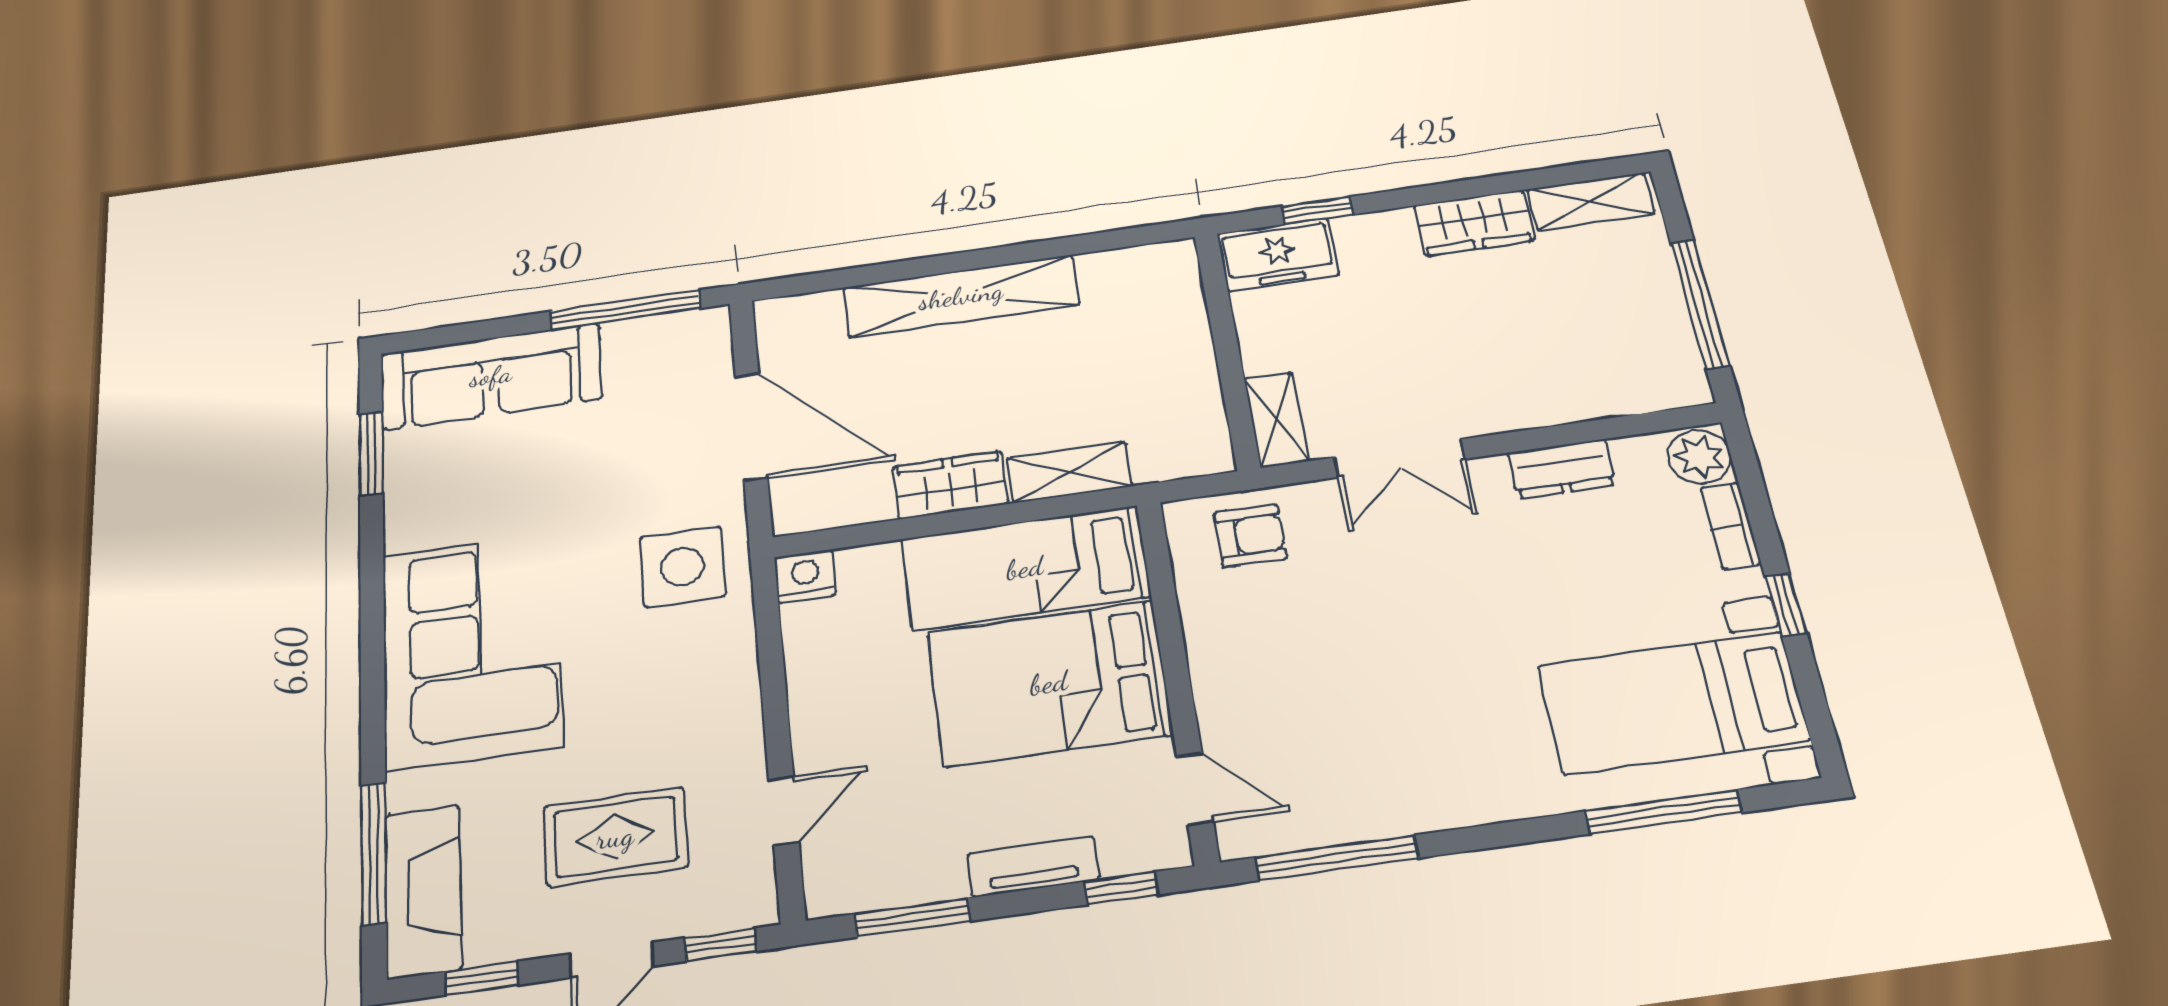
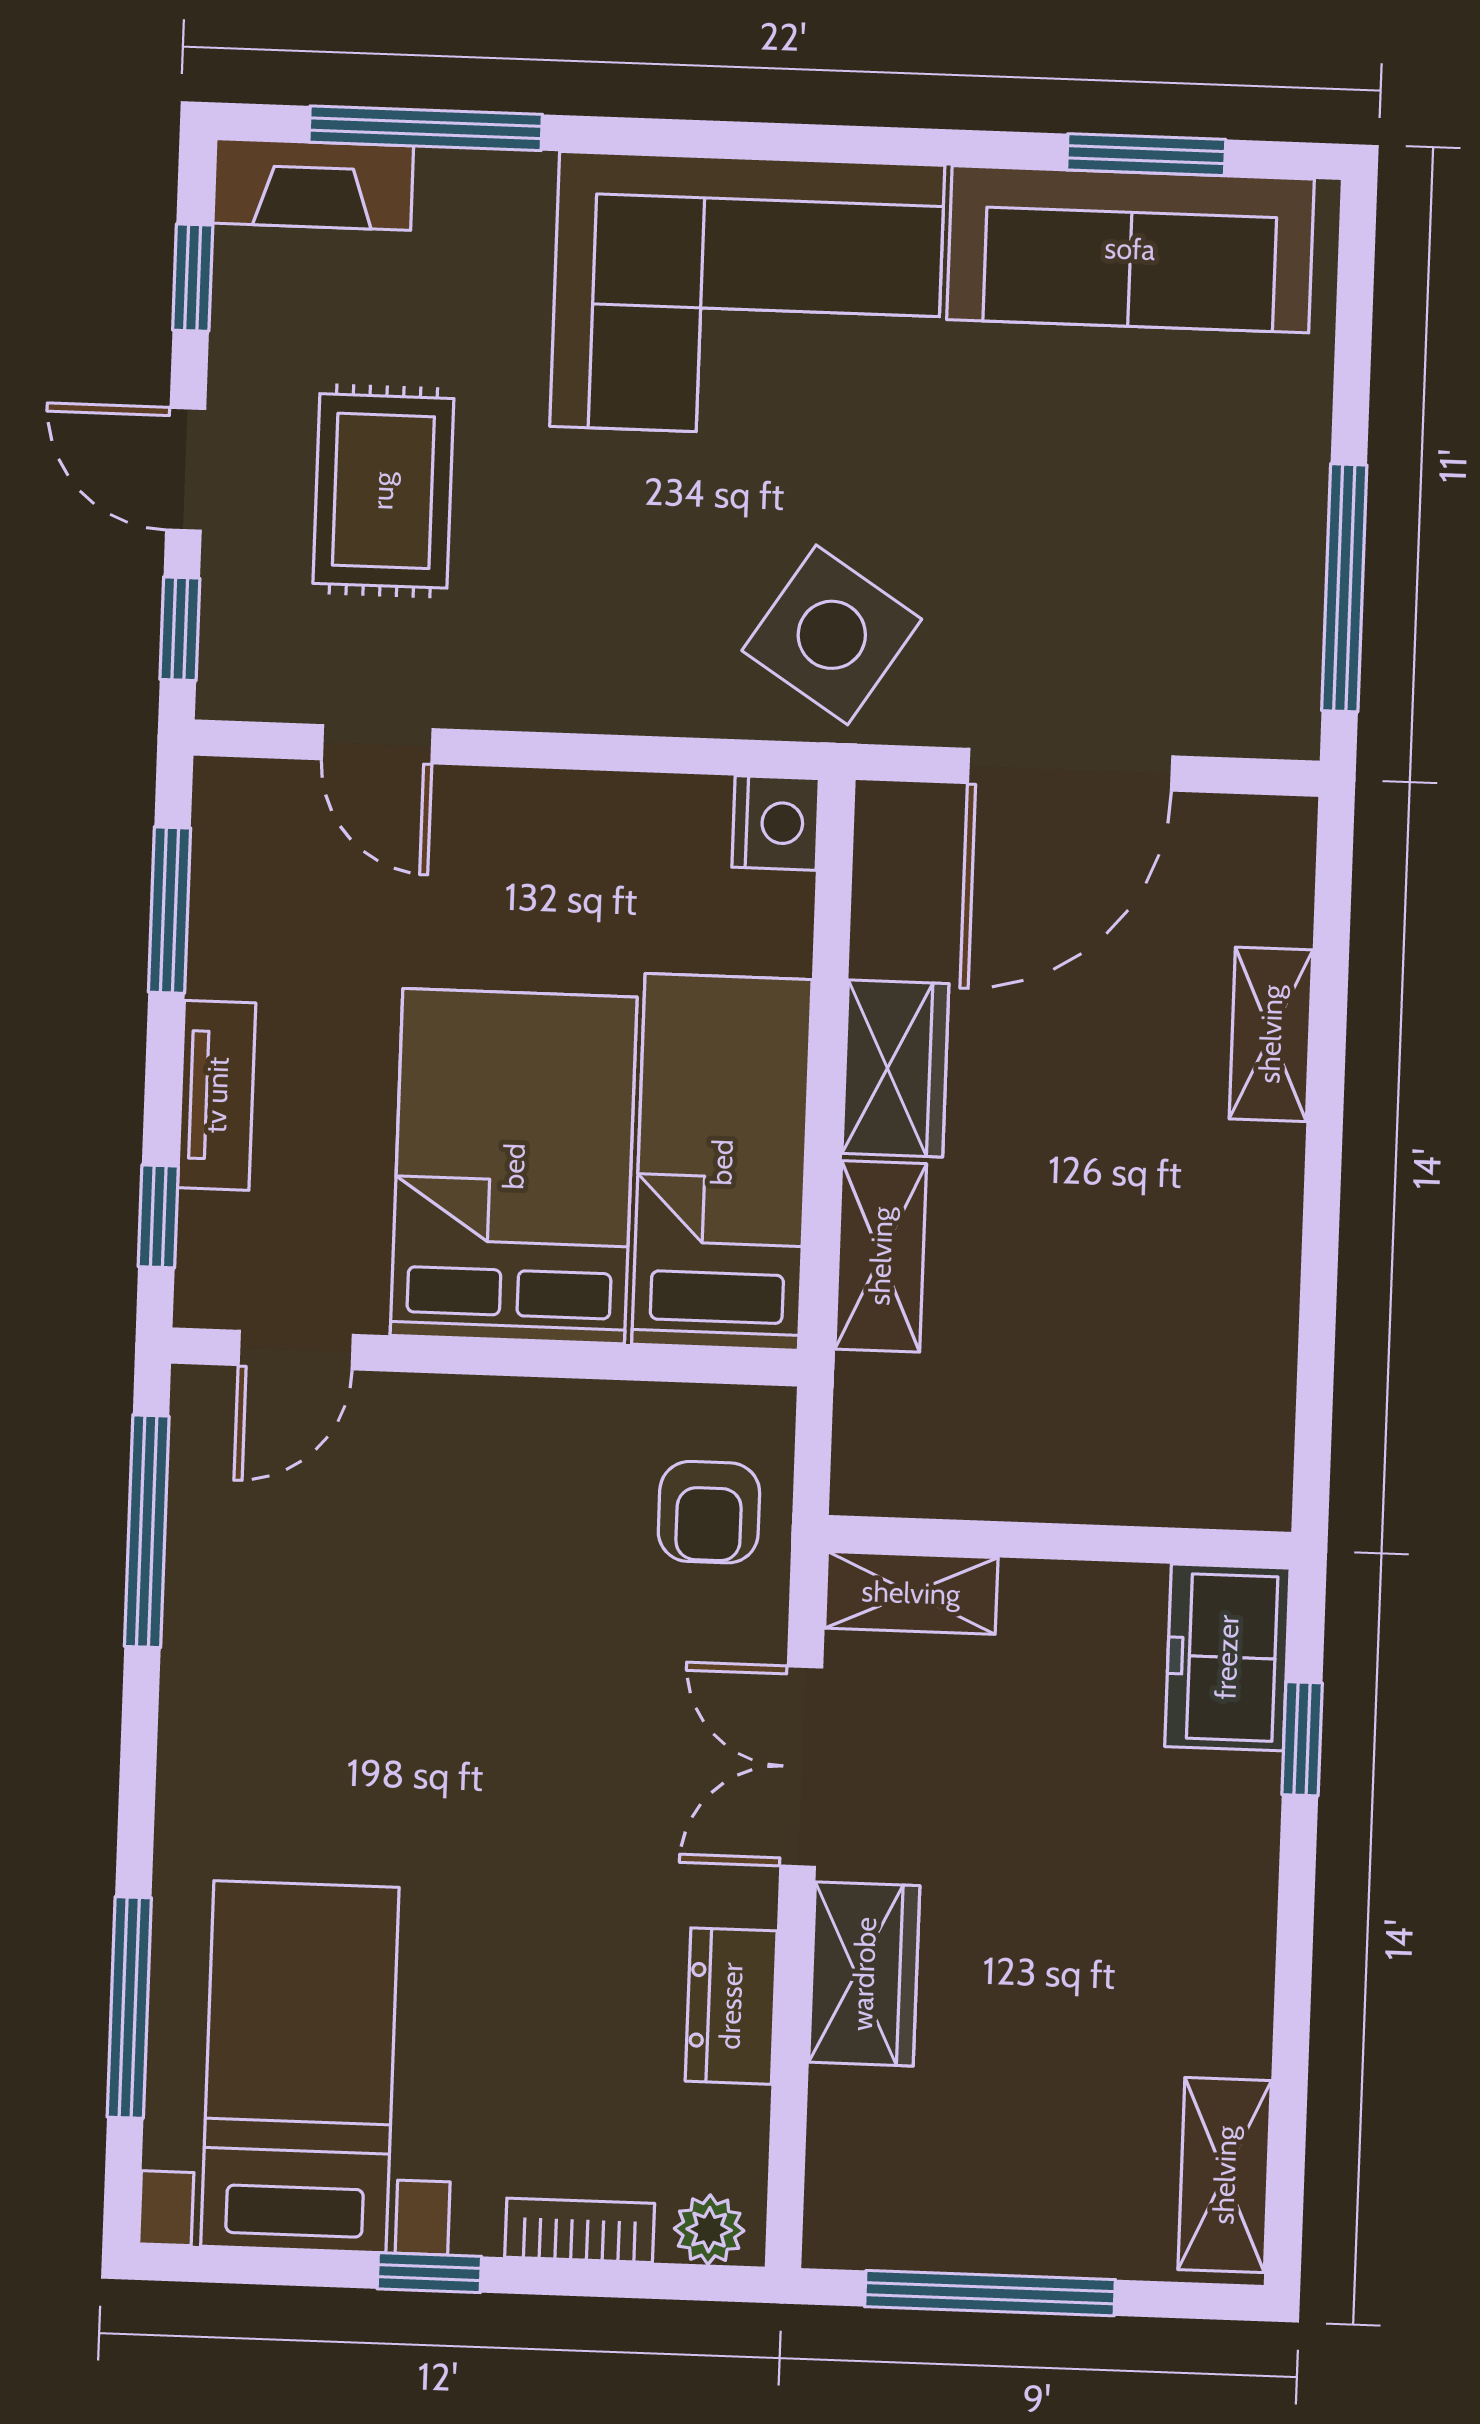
wardrobe: (1474, 223) -> (864, 1974), moved, turned 180
shelving: (961, 296) -> (1271, 1034), width x0.45, depth x0.75
sofa: (491, 376) -> (1130, 249), moved, turned -90
plant: (1699, 457) -> (709, 2230), width x0.73, depth x0.73
side table: (682, 566) -> (832, 635), turned 33
fireplace: (423, 891) -> (313, 185), width x0.73, depth x0.76

